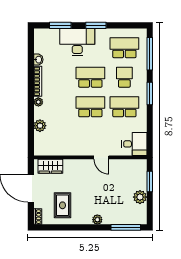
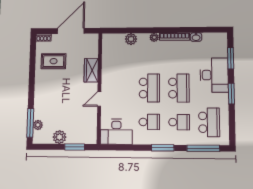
school desk: (124, 107) -> (149, 122), width x0.54
desk: (134, 144) -> (116, 132), width x1.37
wardrobe: (50, 166) -> (91, 70), moved
plant: (97, 220) -> (38, 125), moved

